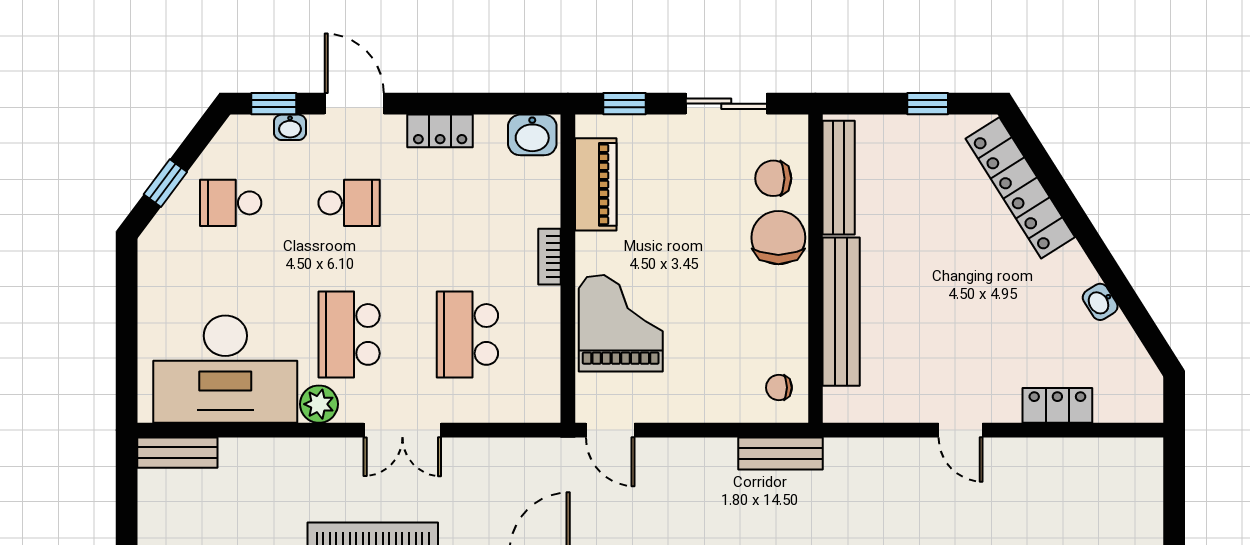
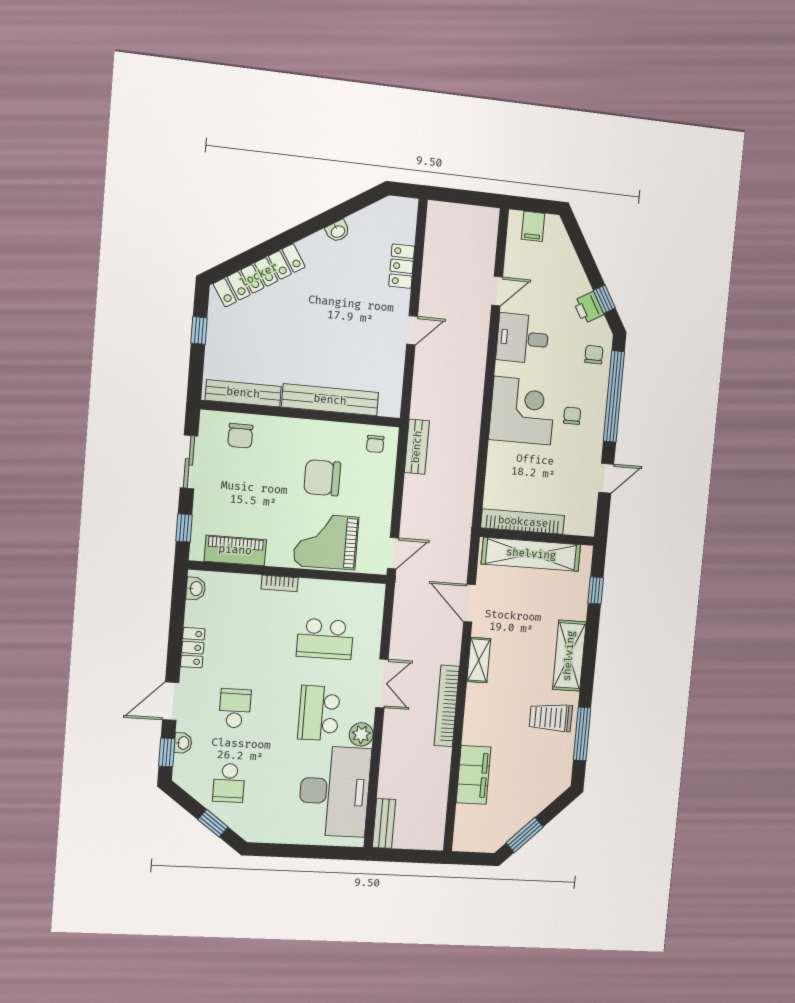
washbasin: (532, 135) -> (196, 589), width x0.72, depth x0.69
chair: (778, 238) -> (322, 478), moved
school desk: (349, 334) -> (319, 713), turned 90

